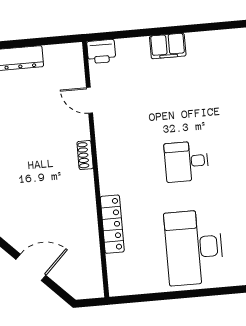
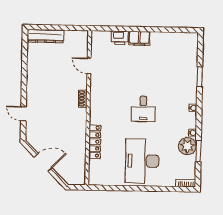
printer: (101, 51) -> (120, 38), moved
desk: (186, 161) -> (143, 109), turned -90

